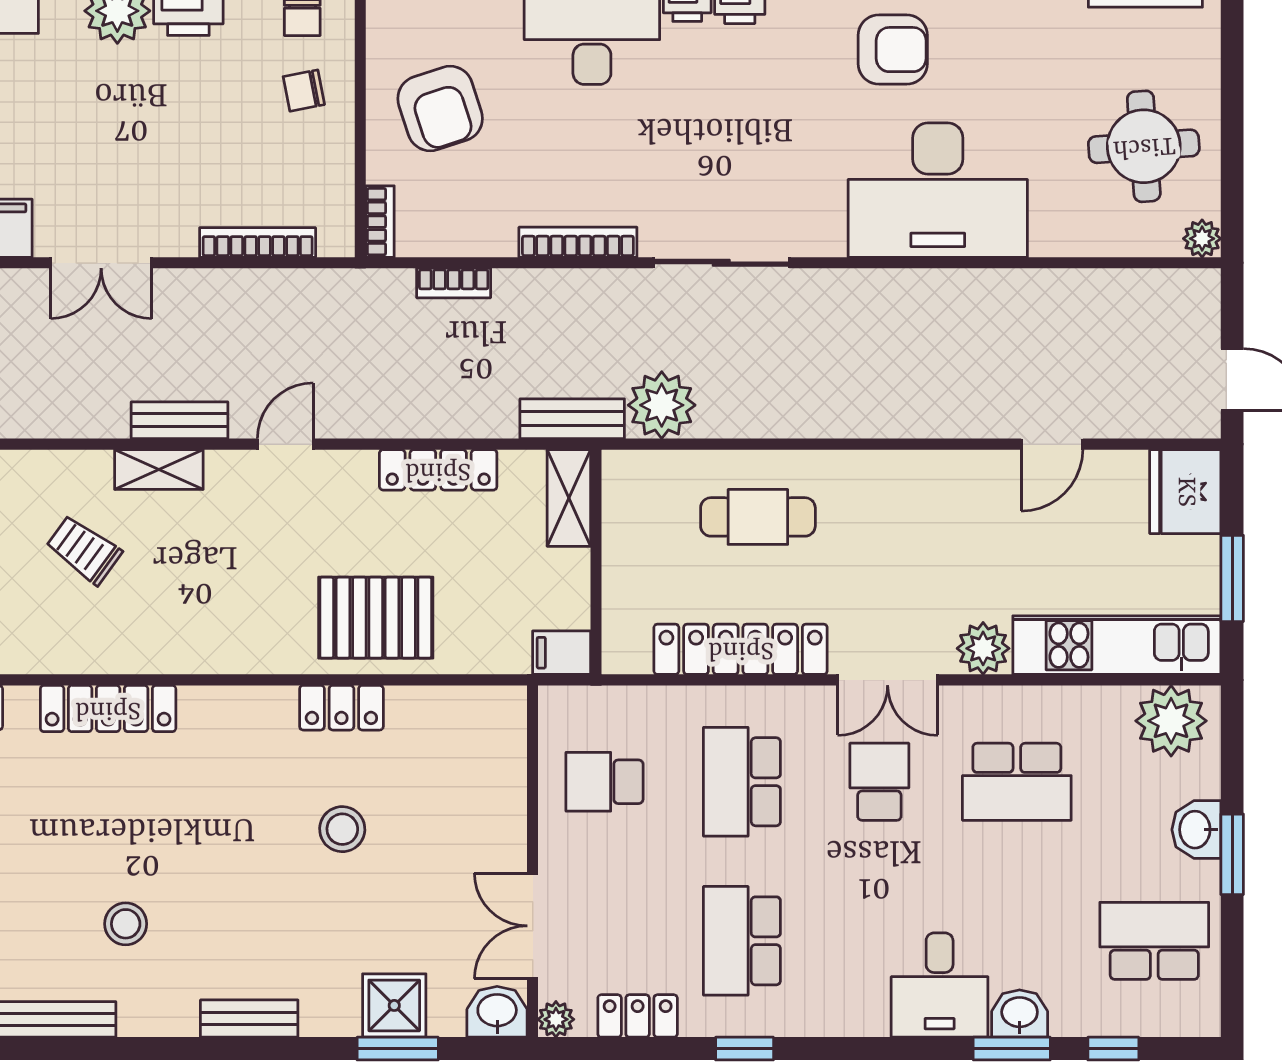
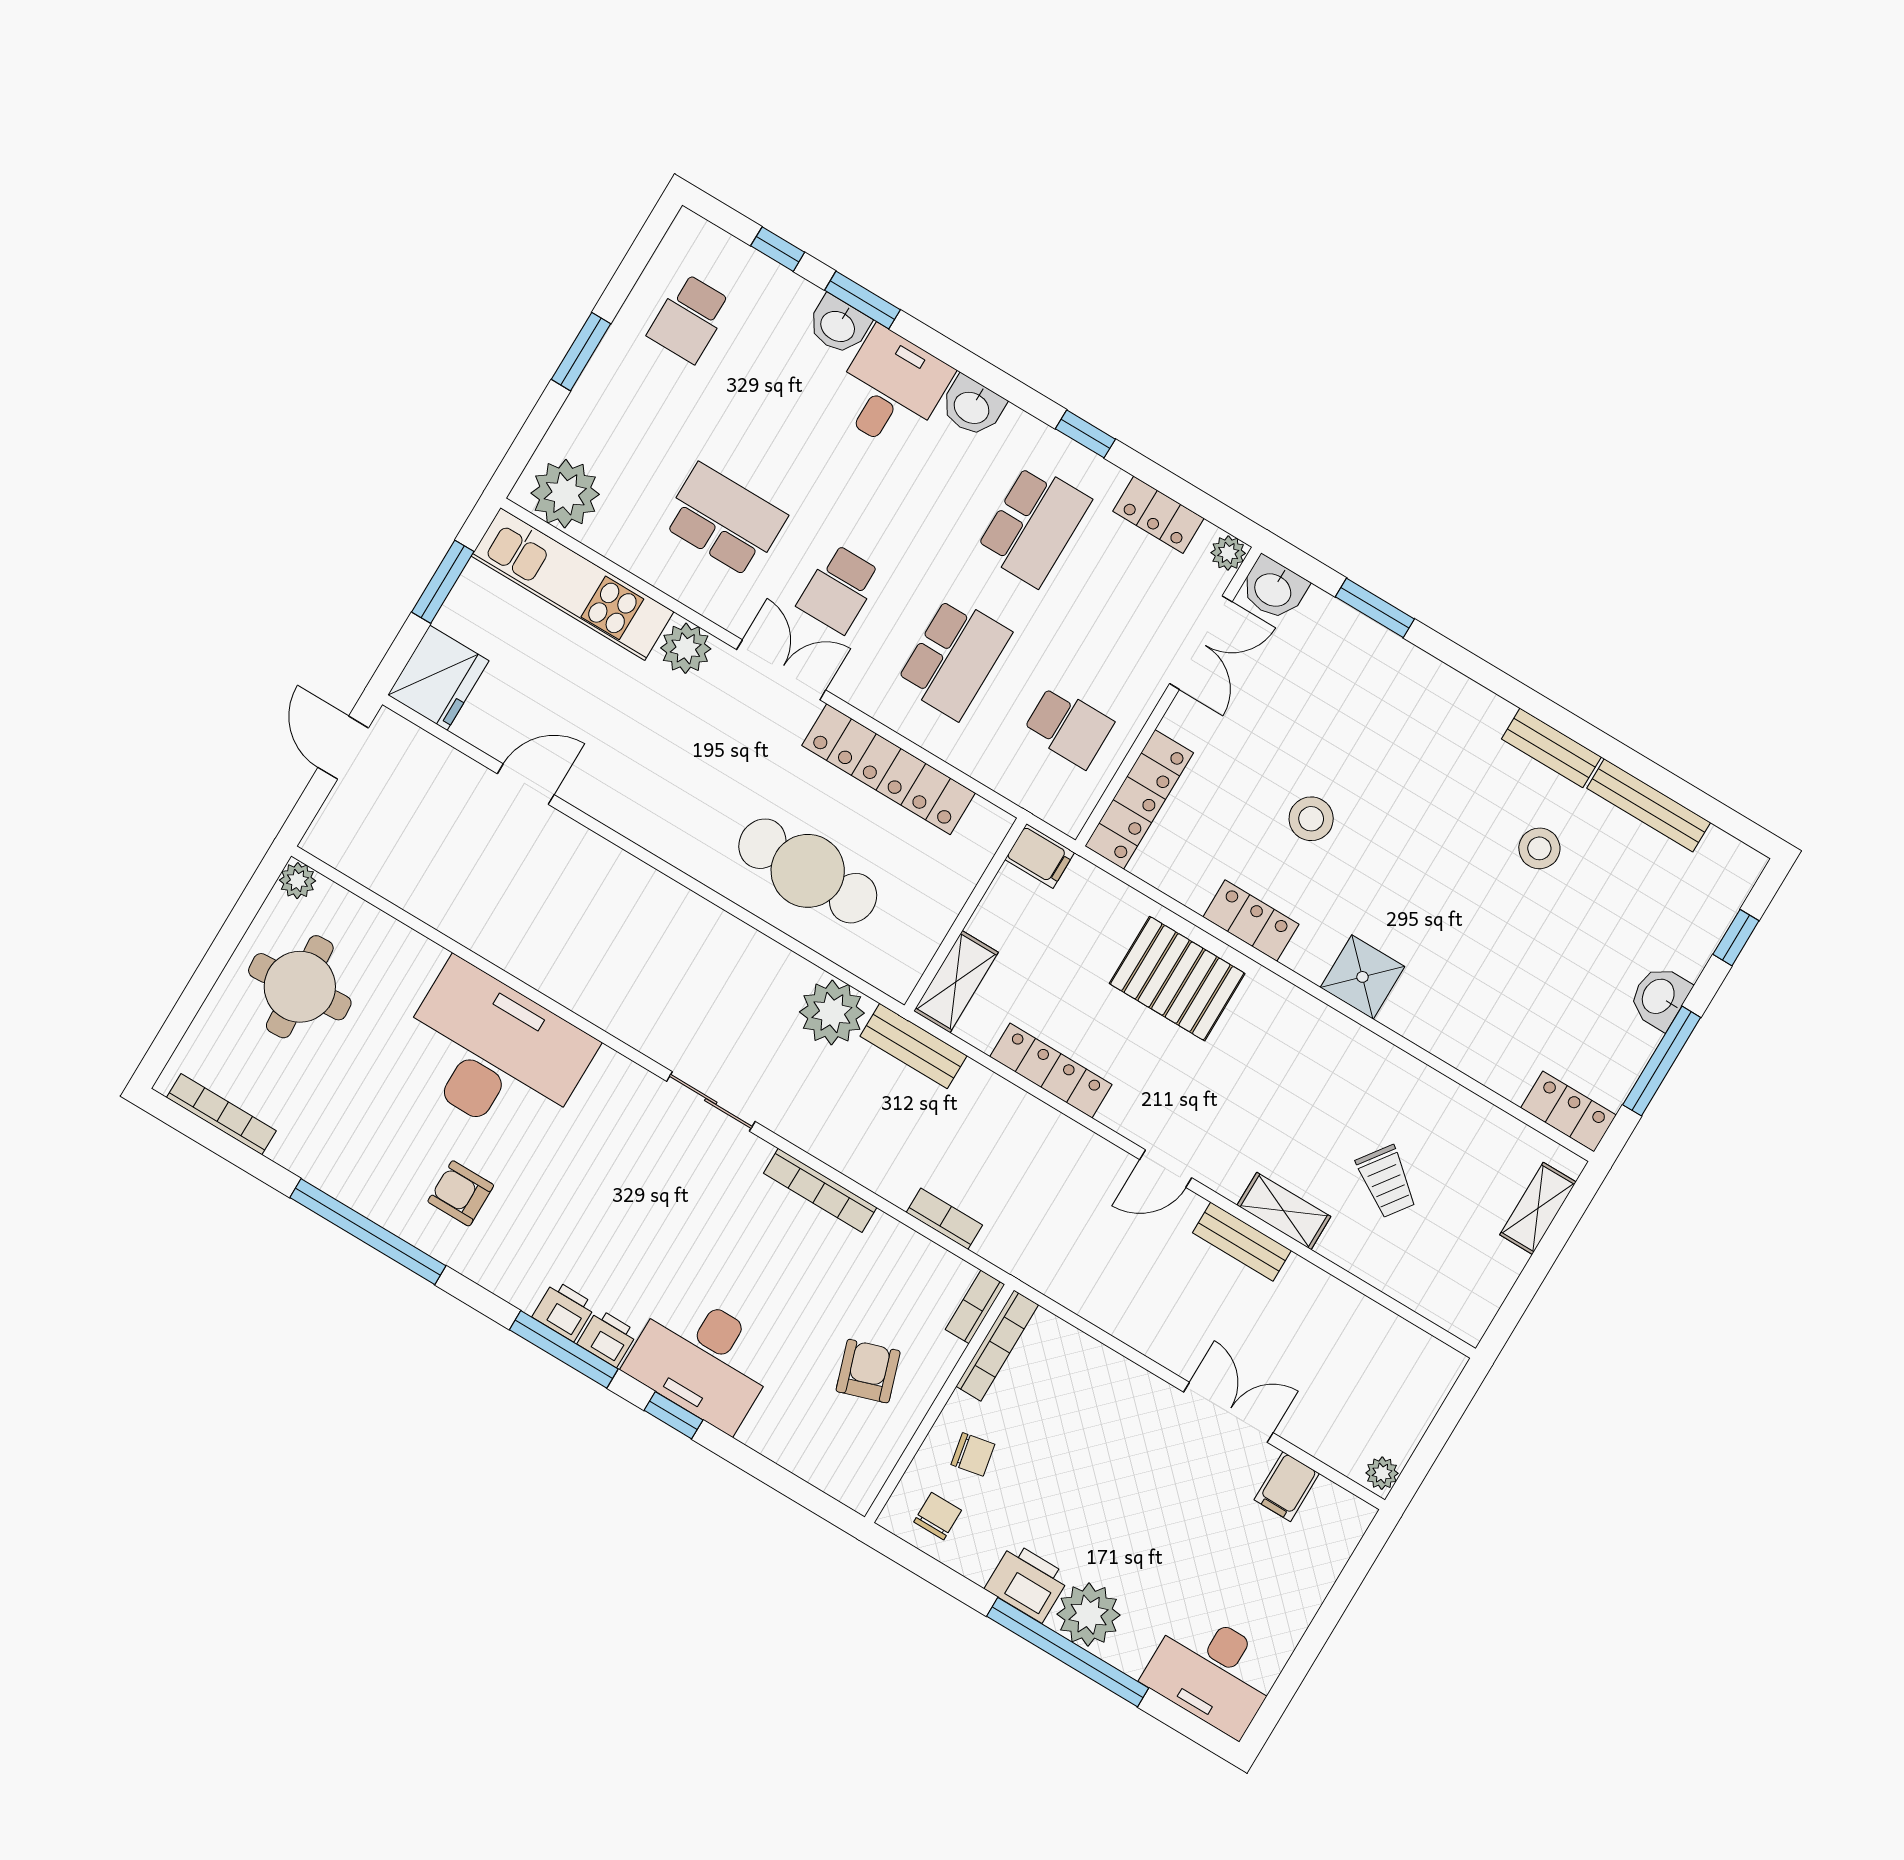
armchair: (893, 50) -> (461, 1193), width x0.72, depth x0.72
armchair: (440, 109) -> (868, 1371), width x0.72, depth x0.72
bookcase: (258, 242) -> (997, 1346), moved, turned -90
sliding door: (721, 263) -> (711, 1101), width x0.73
cafe table: (758, 517) -> (808, 871), width x1.37, depth x1.35
locker: (108, 709) -> (1139, 799), moved, turned 90
washbasin: (1196, 830) -> (972, 407), moved, turned 90
school desk: (1154, 941) -> (689, 318), width x0.54
shower: (394, 1005) -> (1362, 977), moved
bench: (249, 1019) -> (1551, 748), moved

